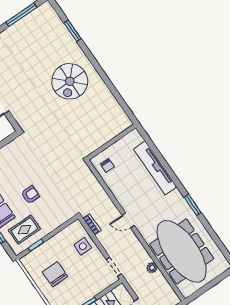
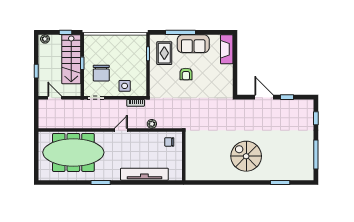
plant: (152, 268) -> (152, 124), moved
chair: (55, 274) -> (101, 73), moved, turned 90

